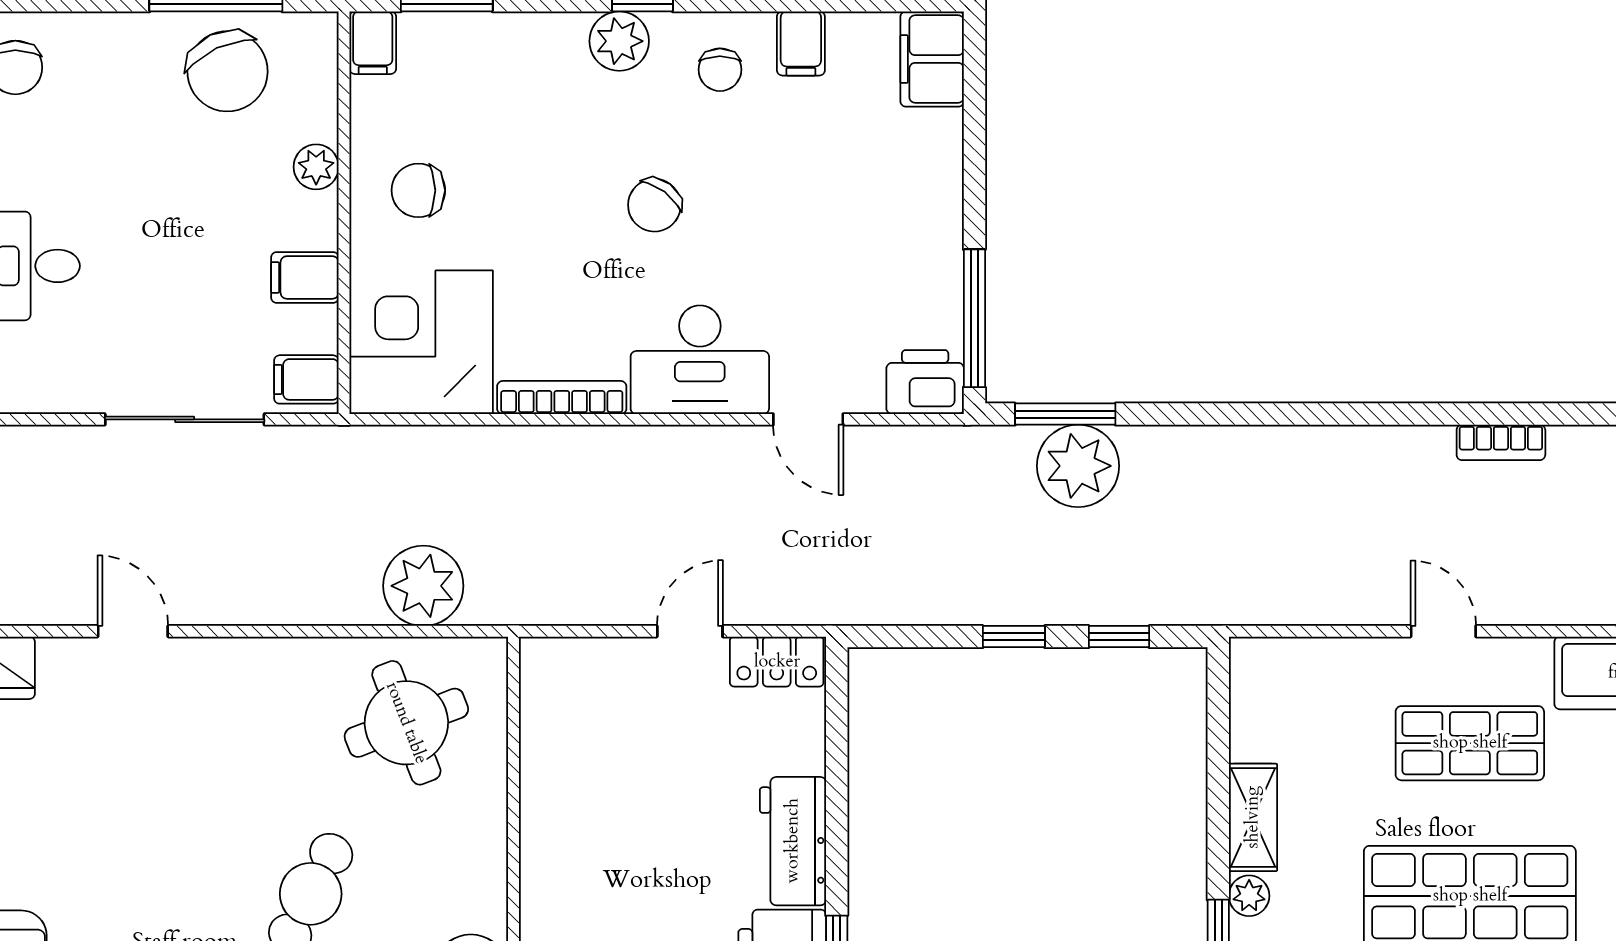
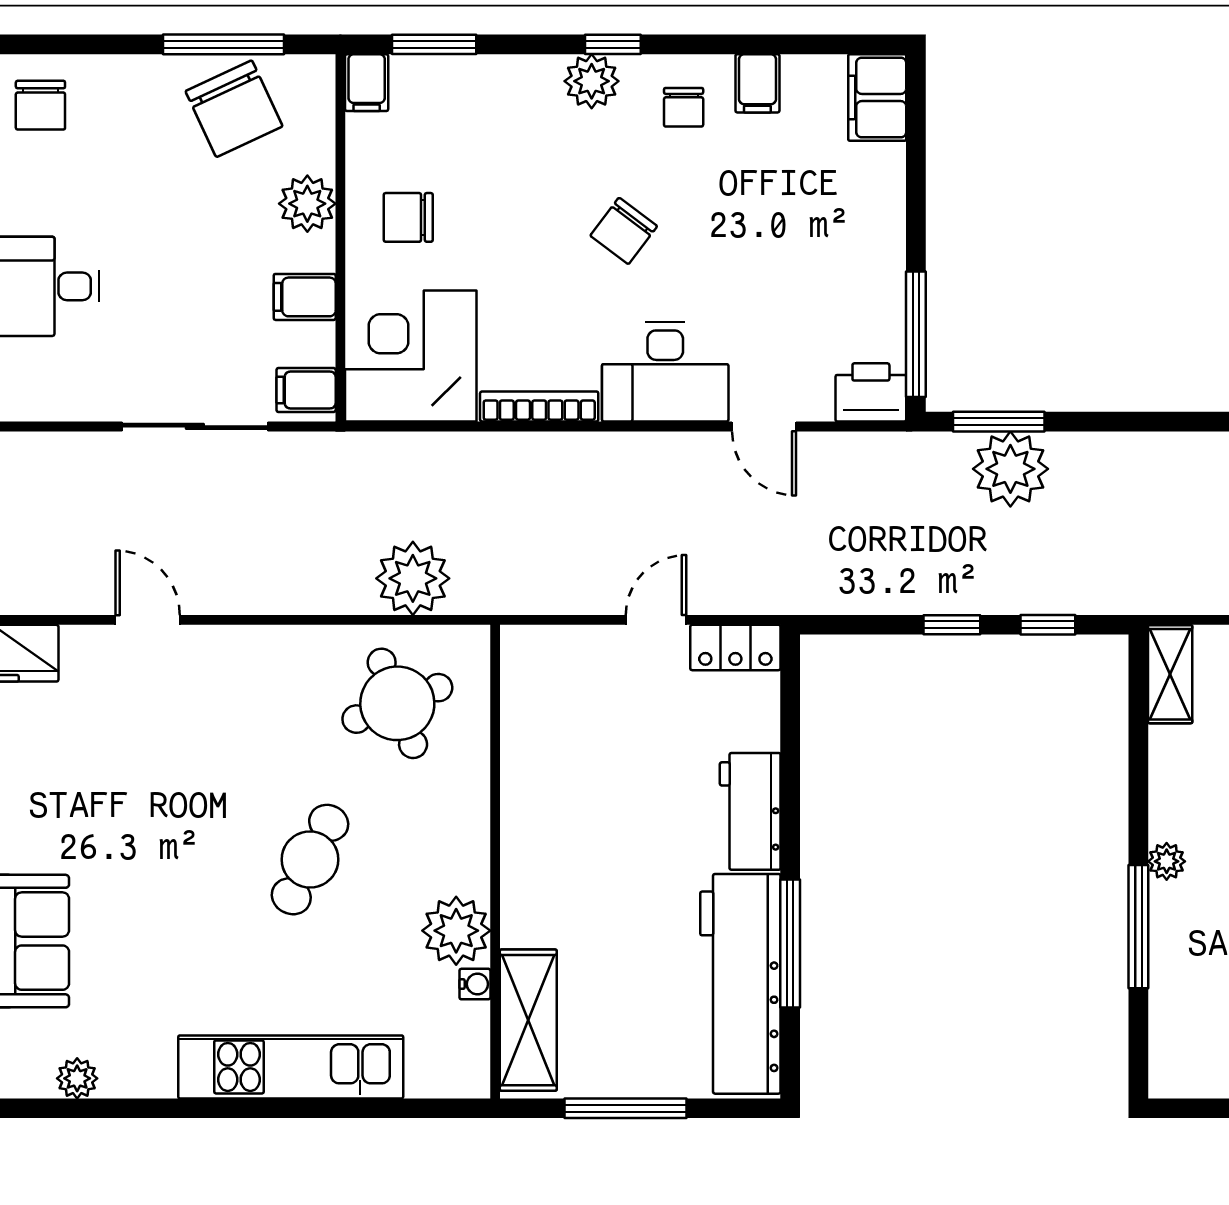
plant: (316, 167) -> (307, 204), width x1.38, depth x1.38
shelving: (1253, 817) -> (1170, 674), moved

